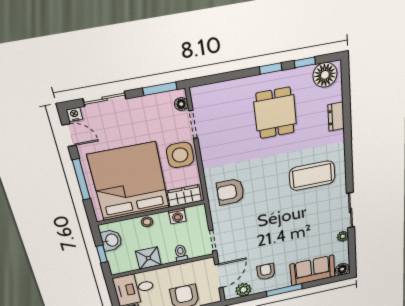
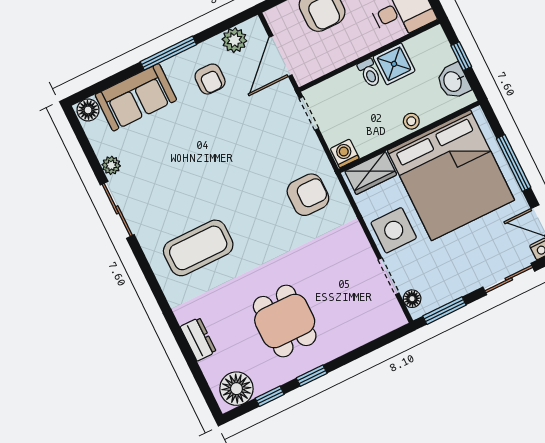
washing machine: (177, 216) -> (345, 153), moved
toilet: (181, 253) -> (369, 73), moved

